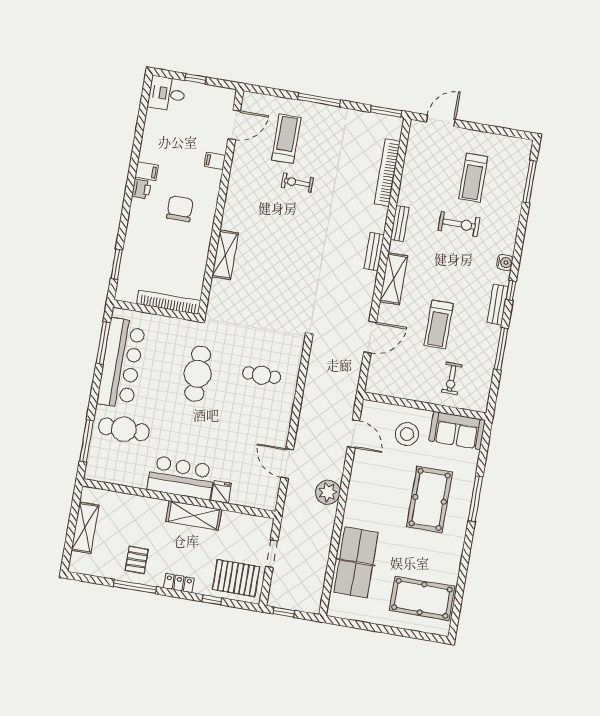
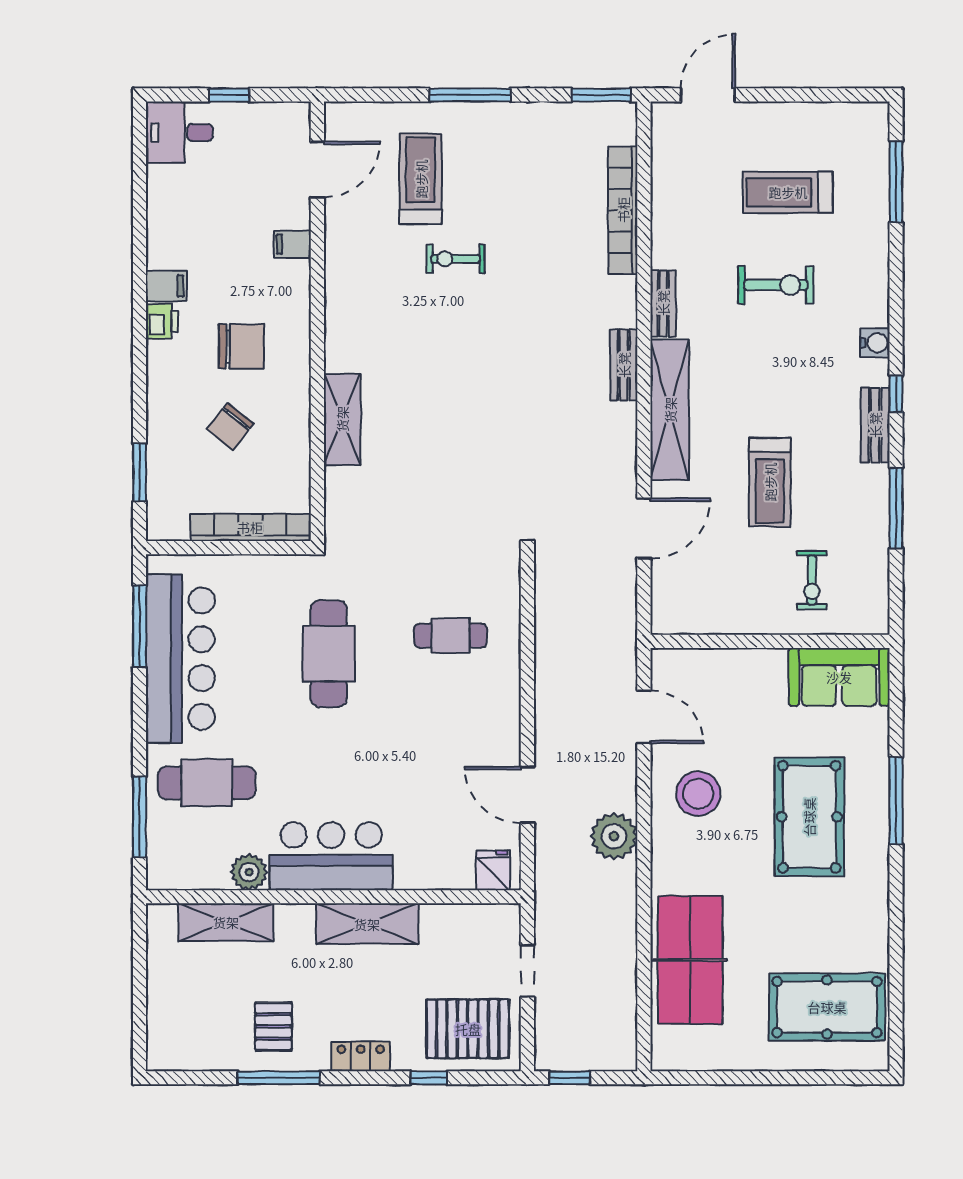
treadmill: (473, 178) -> (788, 192), turned 90
chair: (180, 209) -> (241, 346), turned 90
chair: (167, 249) -> (230, 427), added
shelving: (394, 279) -> (670, 410), width x1.47
stool: (407, 434) -> (698, 794), moved
plant: (138, 479) -> (249, 872), added
fridge: (221, 492) -> (493, 870), moved
shelving: (85, 528) -> (226, 922), moved, turned 90

